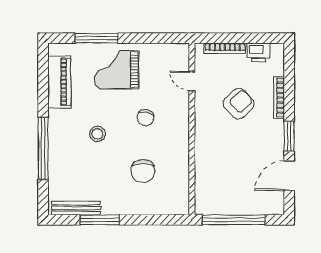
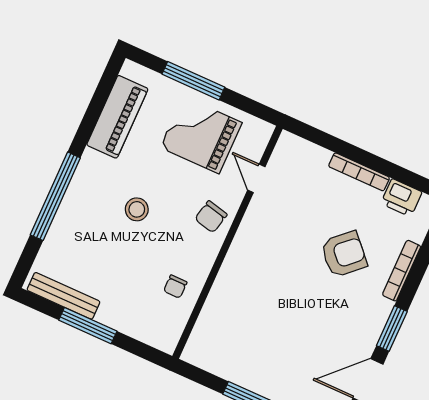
door: (192, 81) -> (256, 178), moved
wall: (192, 129) -> (227, 242), moved
chair: (143, 171) -> (175, 287), width x0.54, depth x0.54

